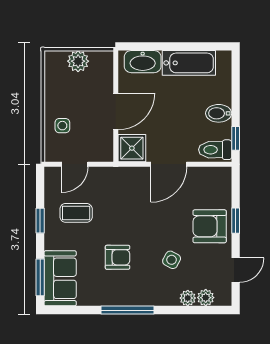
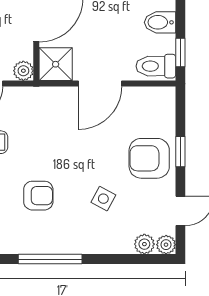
plant: (105, 154) -> (23, 71), added
plant: (188, 298) -> (166, 245), moved

